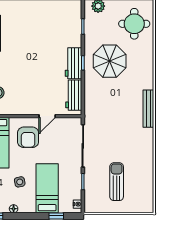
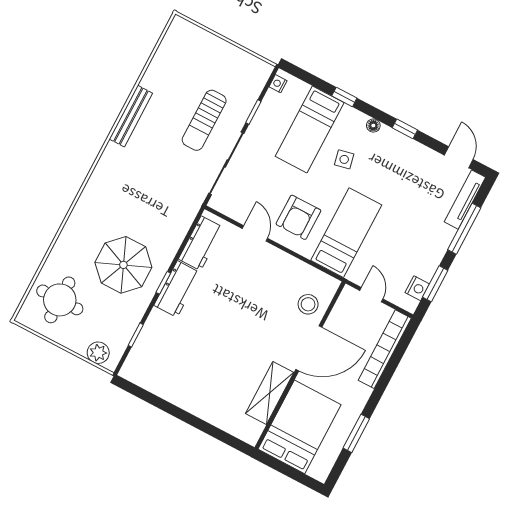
bench: (148, 109) -> (131, 116), moved
door: (47, 116) -> (255, 233), hinge flipped
armchair: (28, 137) -> (298, 217), turned 180
sun lounger: (117, 182) -> (204, 120), moved
window: (56, 216) -> (344, 97), moved

